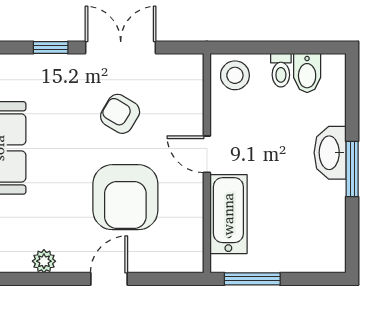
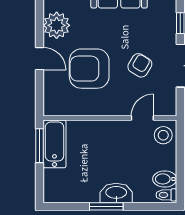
toilet: (281, 70) -> (166, 195), moved
door: (207, 154) -> (142, 118), moved
bathtub: (228, 214) -> (54, 144), moved, turned -90
plant: (44, 261) -> (57, 25), width x1.88, depth x1.88

